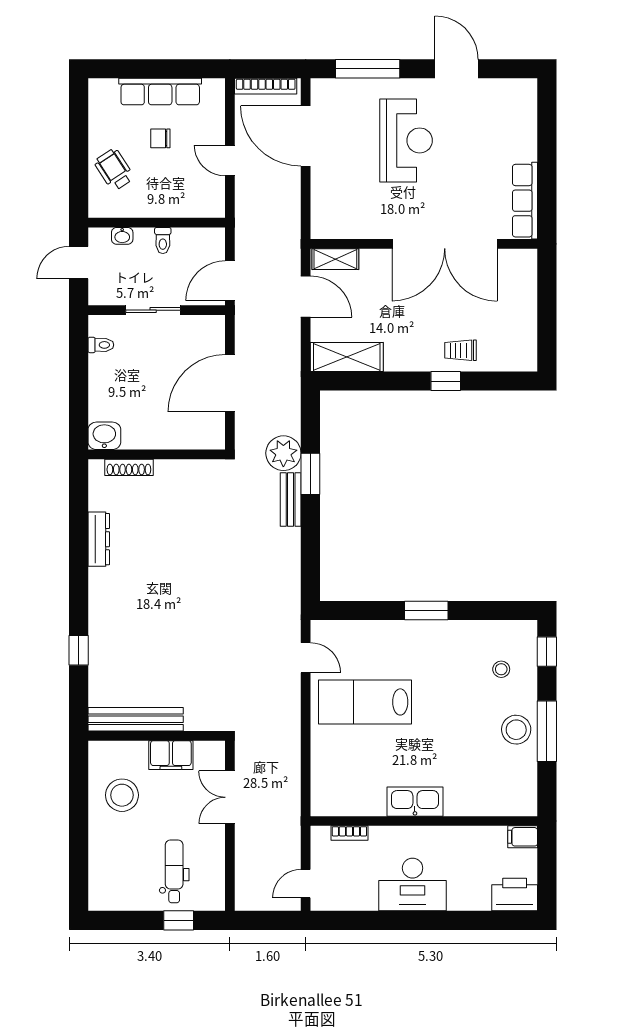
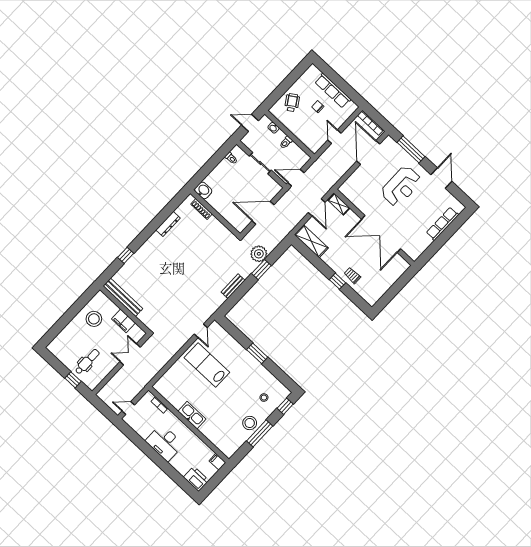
row of seats: (525, 201) -> (442, 224), moved
bench: (291, 499) -> (233, 286), moved

